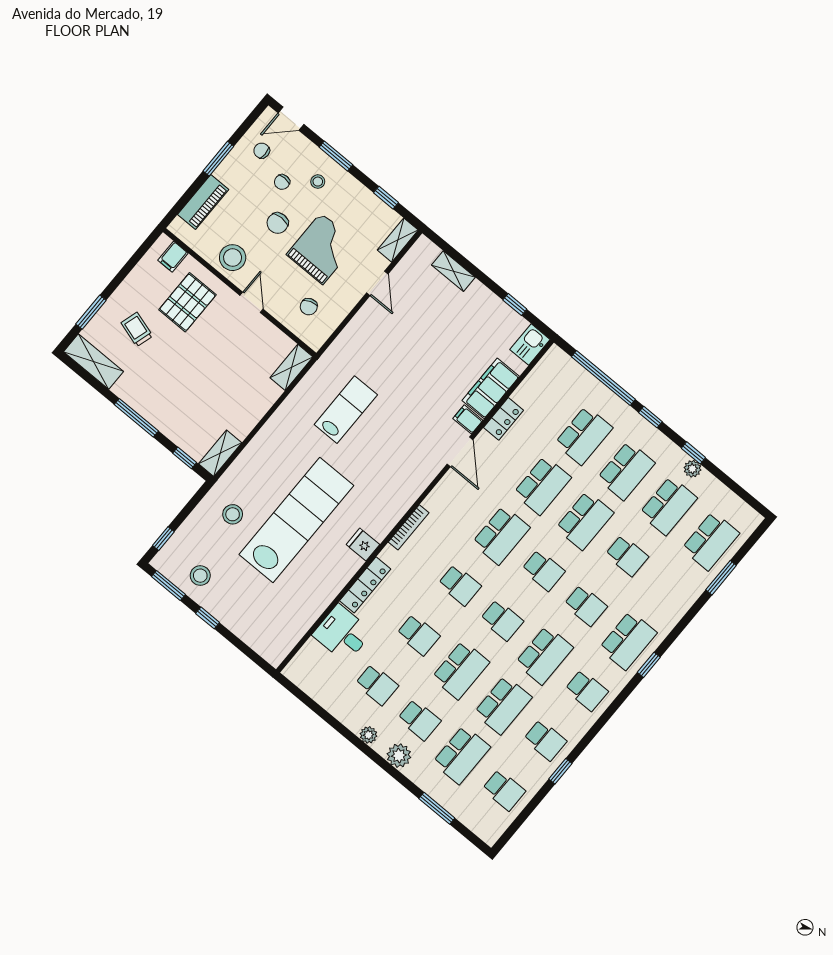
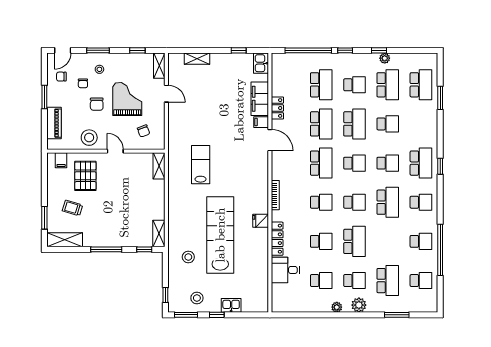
school desk: (626, 471) -> (354, 85), width x0.54
kitchen sink: (236, 621) -> (231, 305), added
school desk: (503, 705) -> (388, 241), removed
window: (560, 771) -> (440, 250), width x3.17

